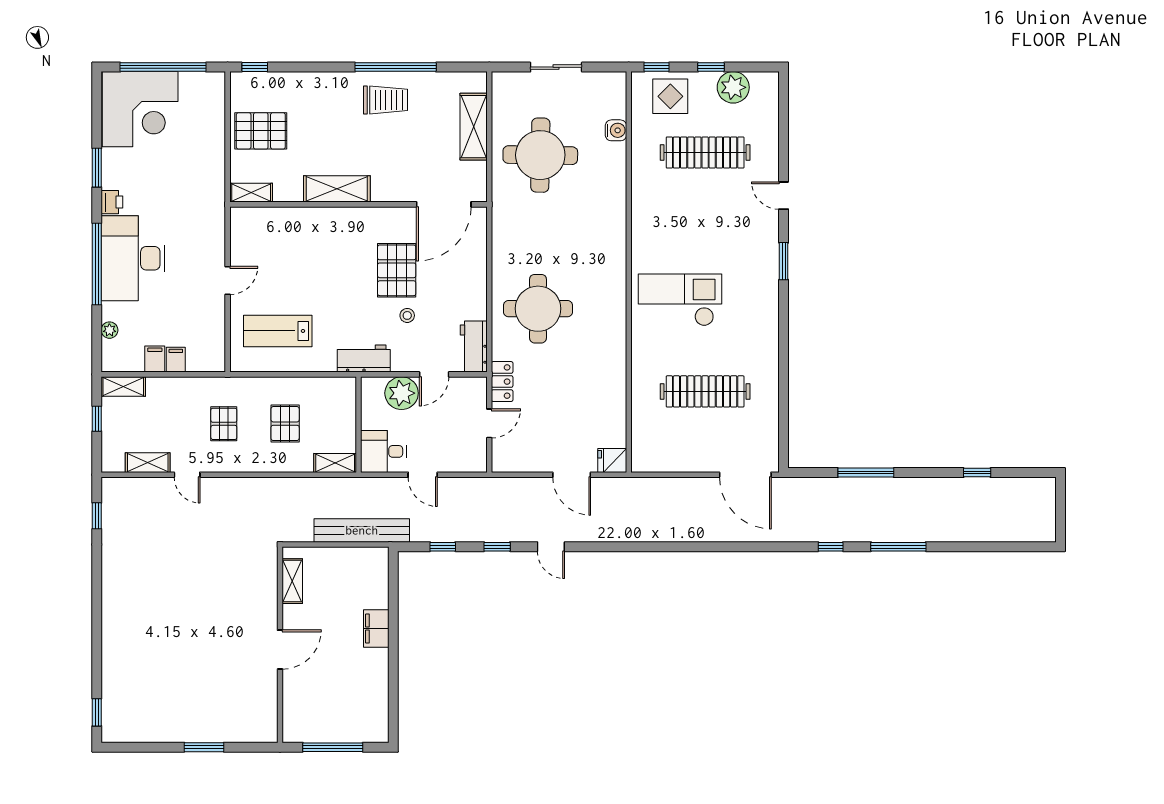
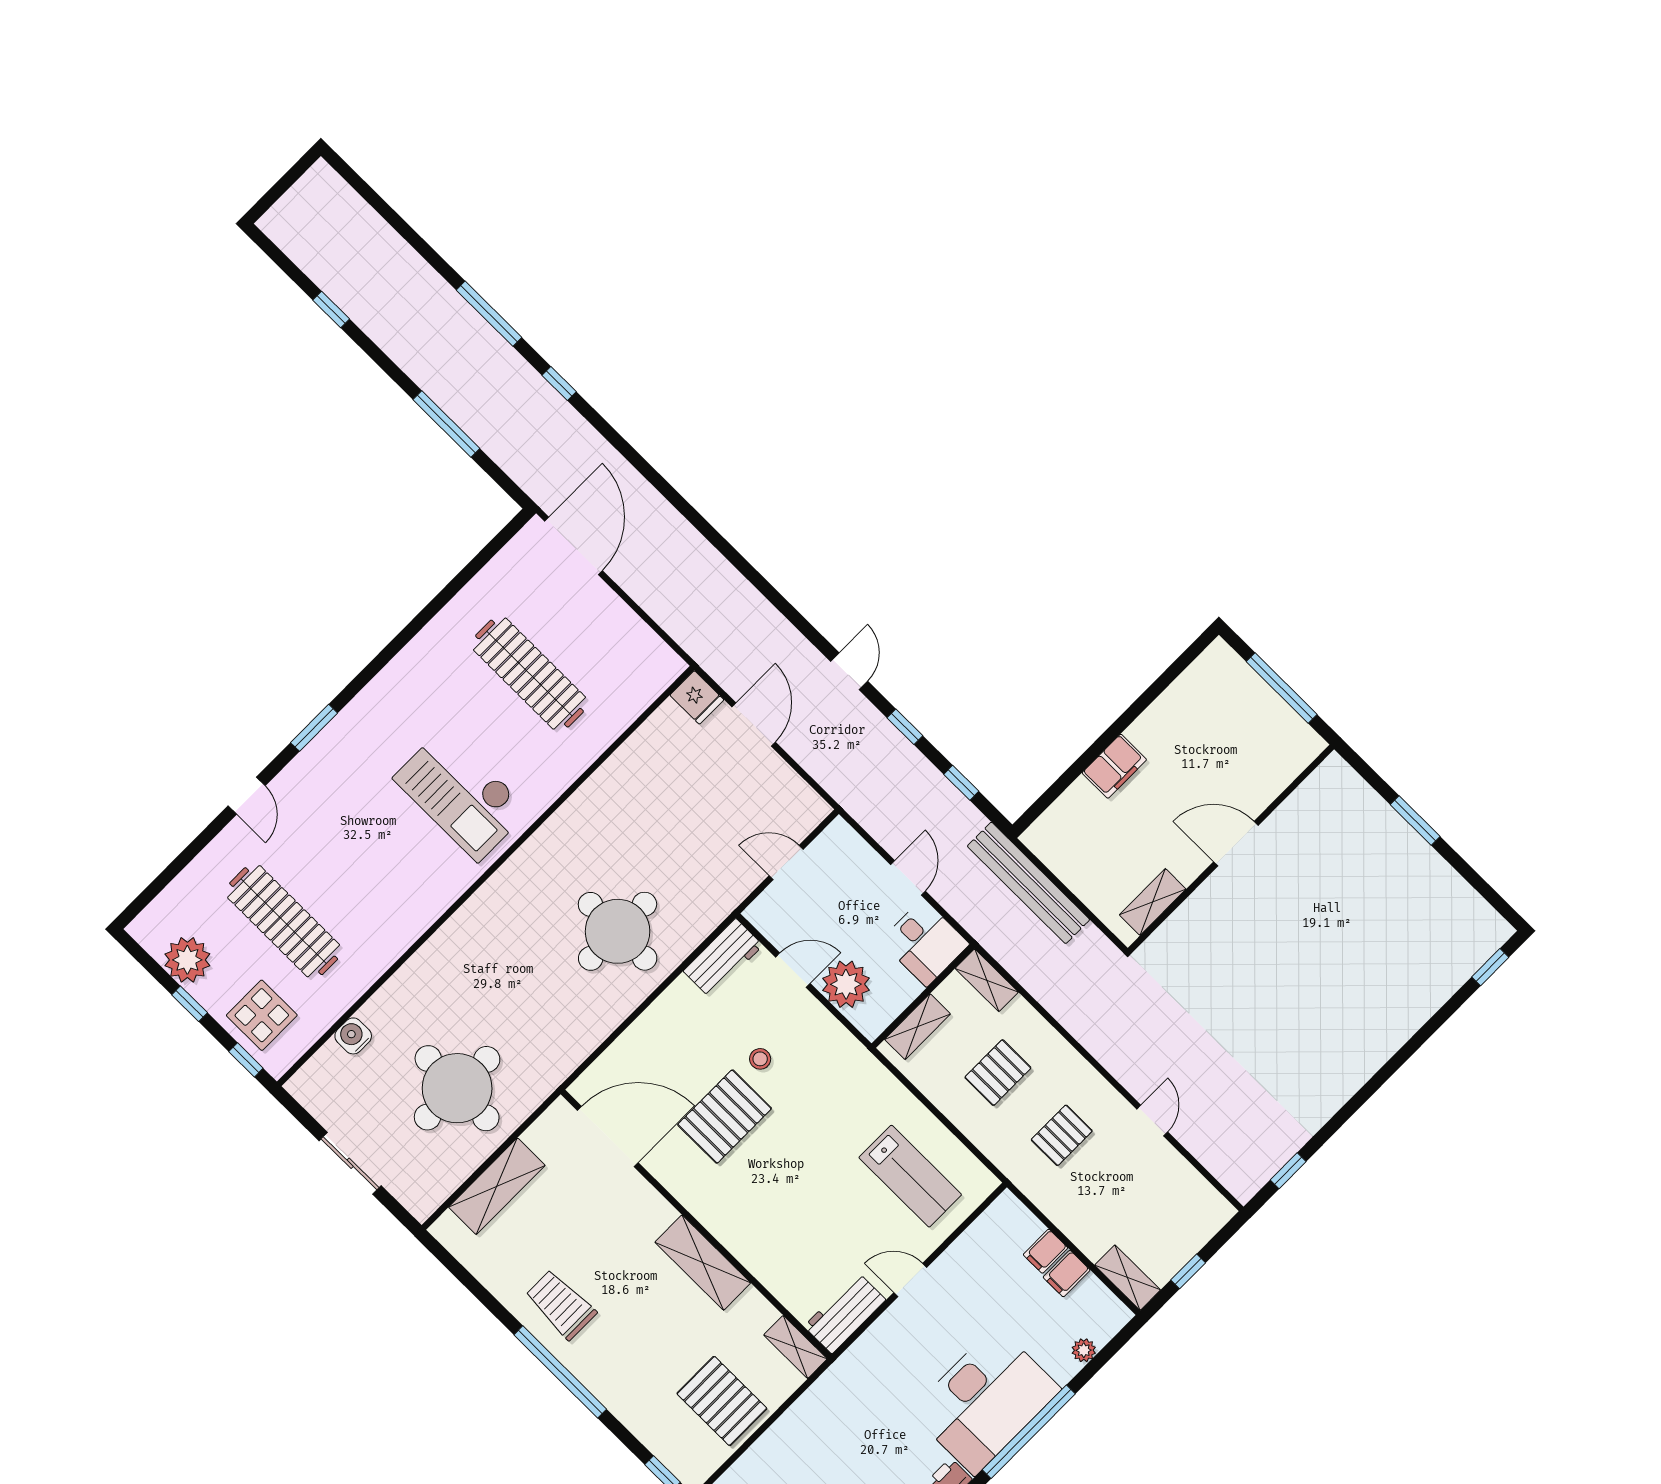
window: (396, 67) -> (560, 1372), moved
workbench: (364, 359) -> (845, 1313), moved, turned 90
locker: (502, 382) -> (730, 893), removed
shelving: (148, 463) -> (918, 1027), moved, turned 90

